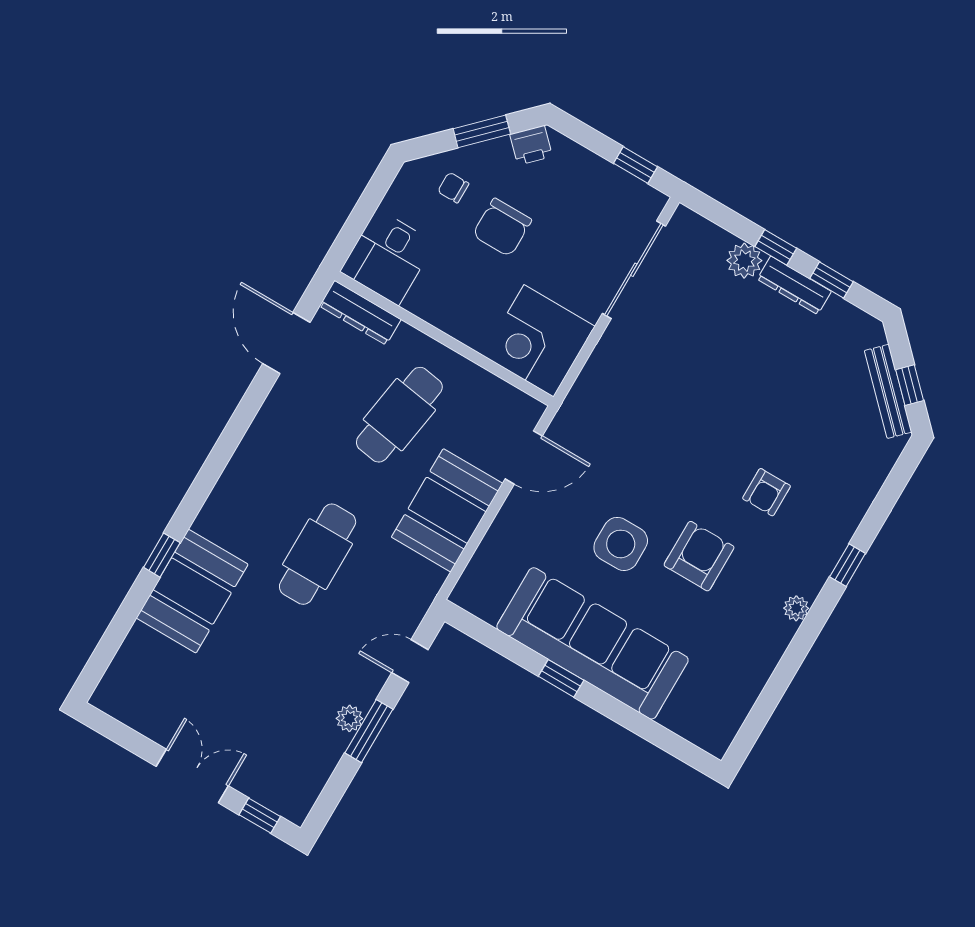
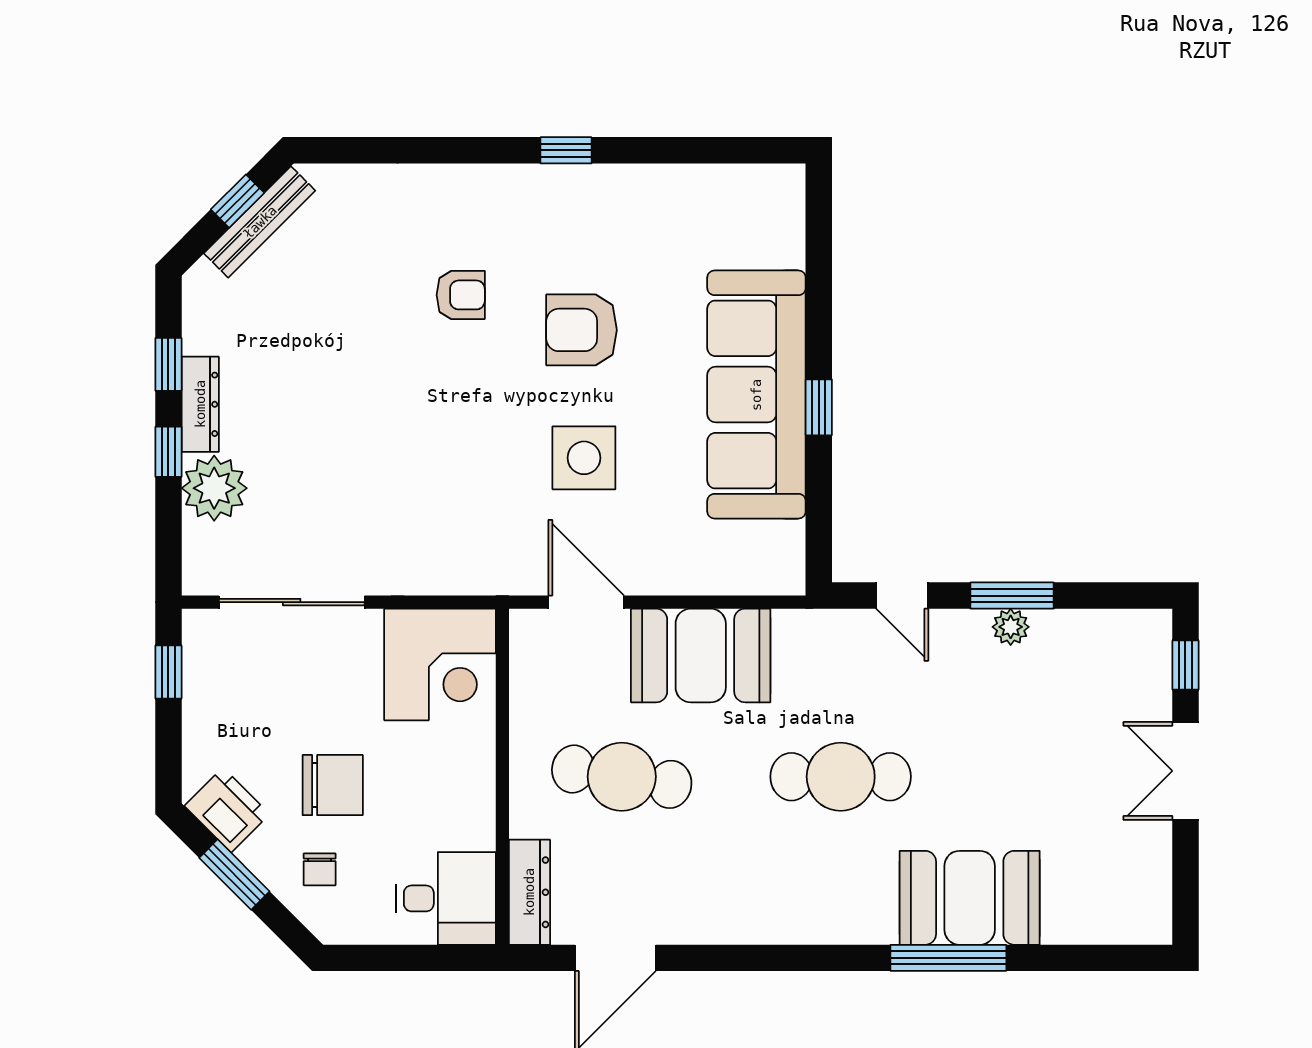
printer: (531, 145) -> (227, 810), width x1.36, depth x1.24
plant: (744, 261) -> (214, 488), width x1.36, depth x1.36
side table: (621, 544) -> (584, 458), moved
window: (162, 555) -> (948, 958), width x2.17
window: (848, 565) -> (566, 150), moved
plant: (796, 608) -> (576, 181), removed

